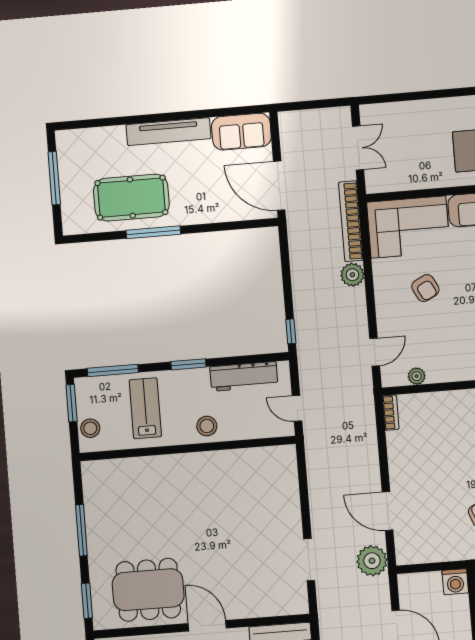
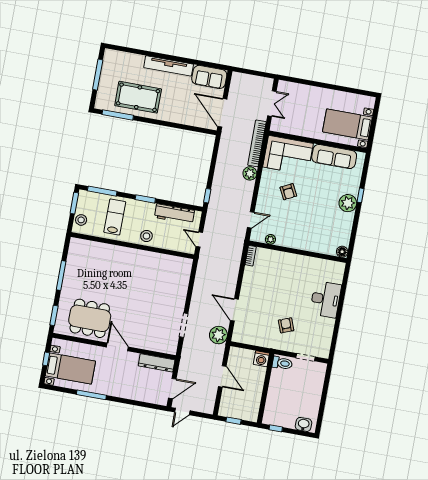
window: (153, 232) -> (118, 115), moved

